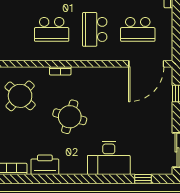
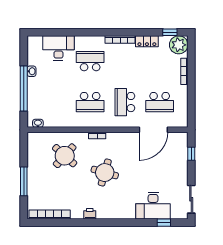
door: (146, 64) -> (153, 130), moved
desk: (109, 158) -> (153, 206), moved
printer: (45, 165) -> (90, 214), width x0.53, depth x0.68

